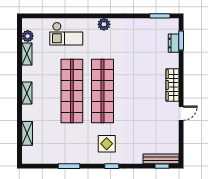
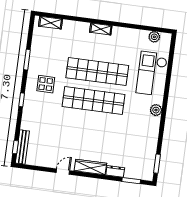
checkout: (66, 34) -> (152, 74), width x1.36, depth x1.21
dresser: (174, 43) -> (115, 171), moved
shelving: (27, 54) -> (138, 34), removed
door: (181, 113) -> (63, 172), swing flipped
shelving: (27, 133) -> (51, 23), moved
display table: (107, 144) -> (46, 84), moved

